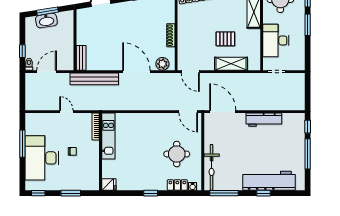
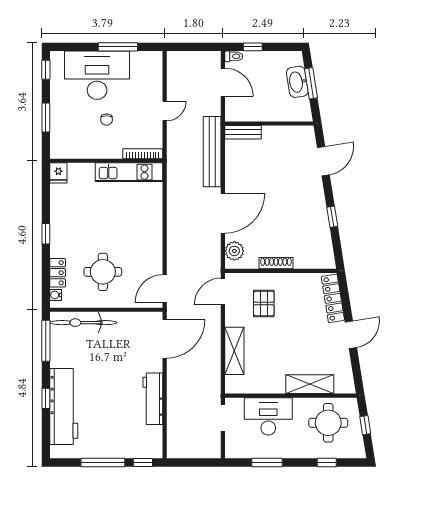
window: (308, 25) -> (267, 463), moved
pallet: (225, 39) -> (264, 303), moved

